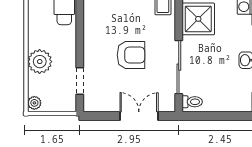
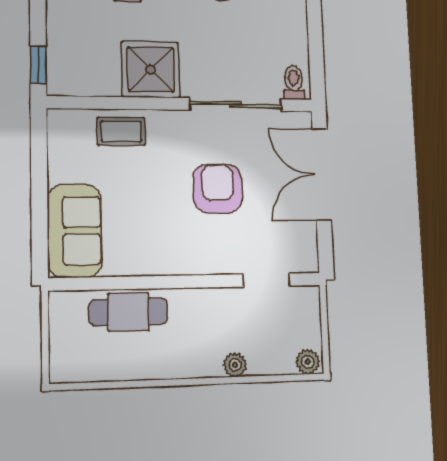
plant: (40, 62) -> (235, 365), width x0.53, depth x0.53
double door: (139, 116) -> (322, 174), width x1.37

